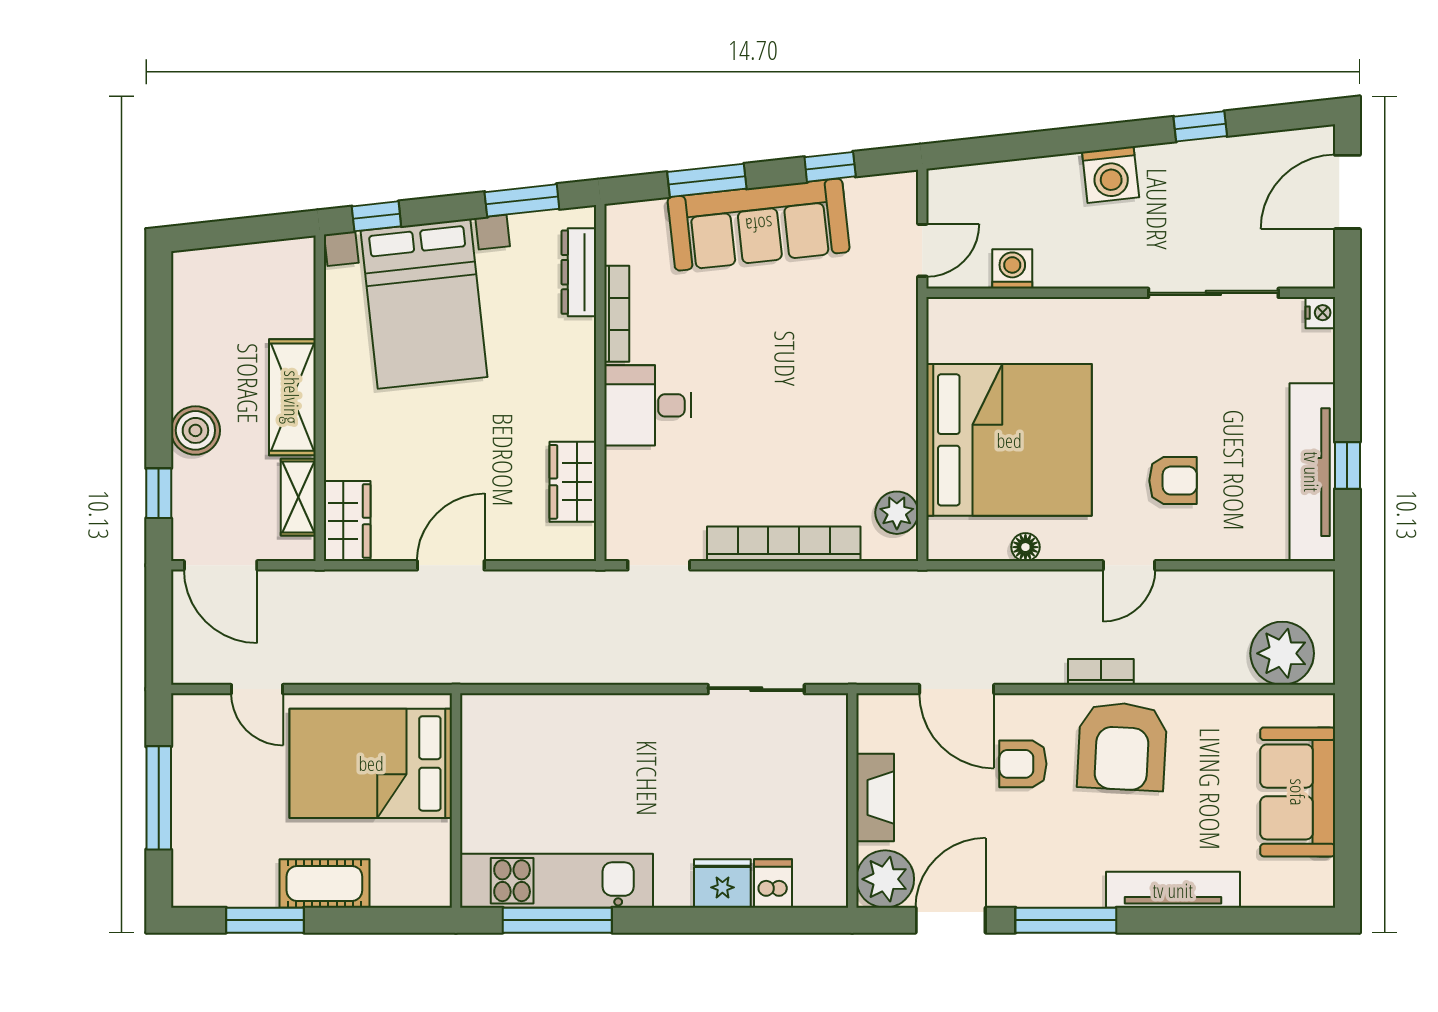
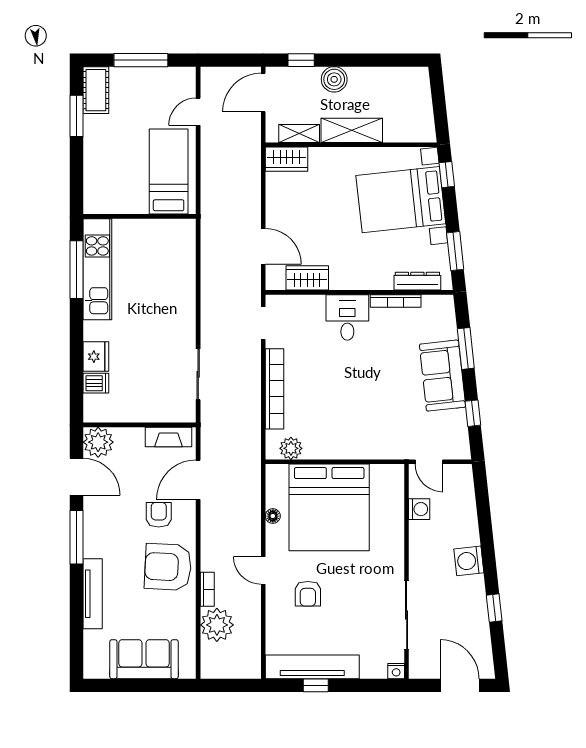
sofa: (759, 225) -> (442, 376), width x0.73
door: (451, 565) -> (263, 246), moved
plant: (1282, 653) -> (217, 625), moved
bookcase: (1101, 672) -> (207, 589), moved
bed: (371, 763) -> (169, 172), width x0.67
fireplace: (875, 798) -> (168, 437), moved
cot: (324, 883) -> (96, 90), moved

